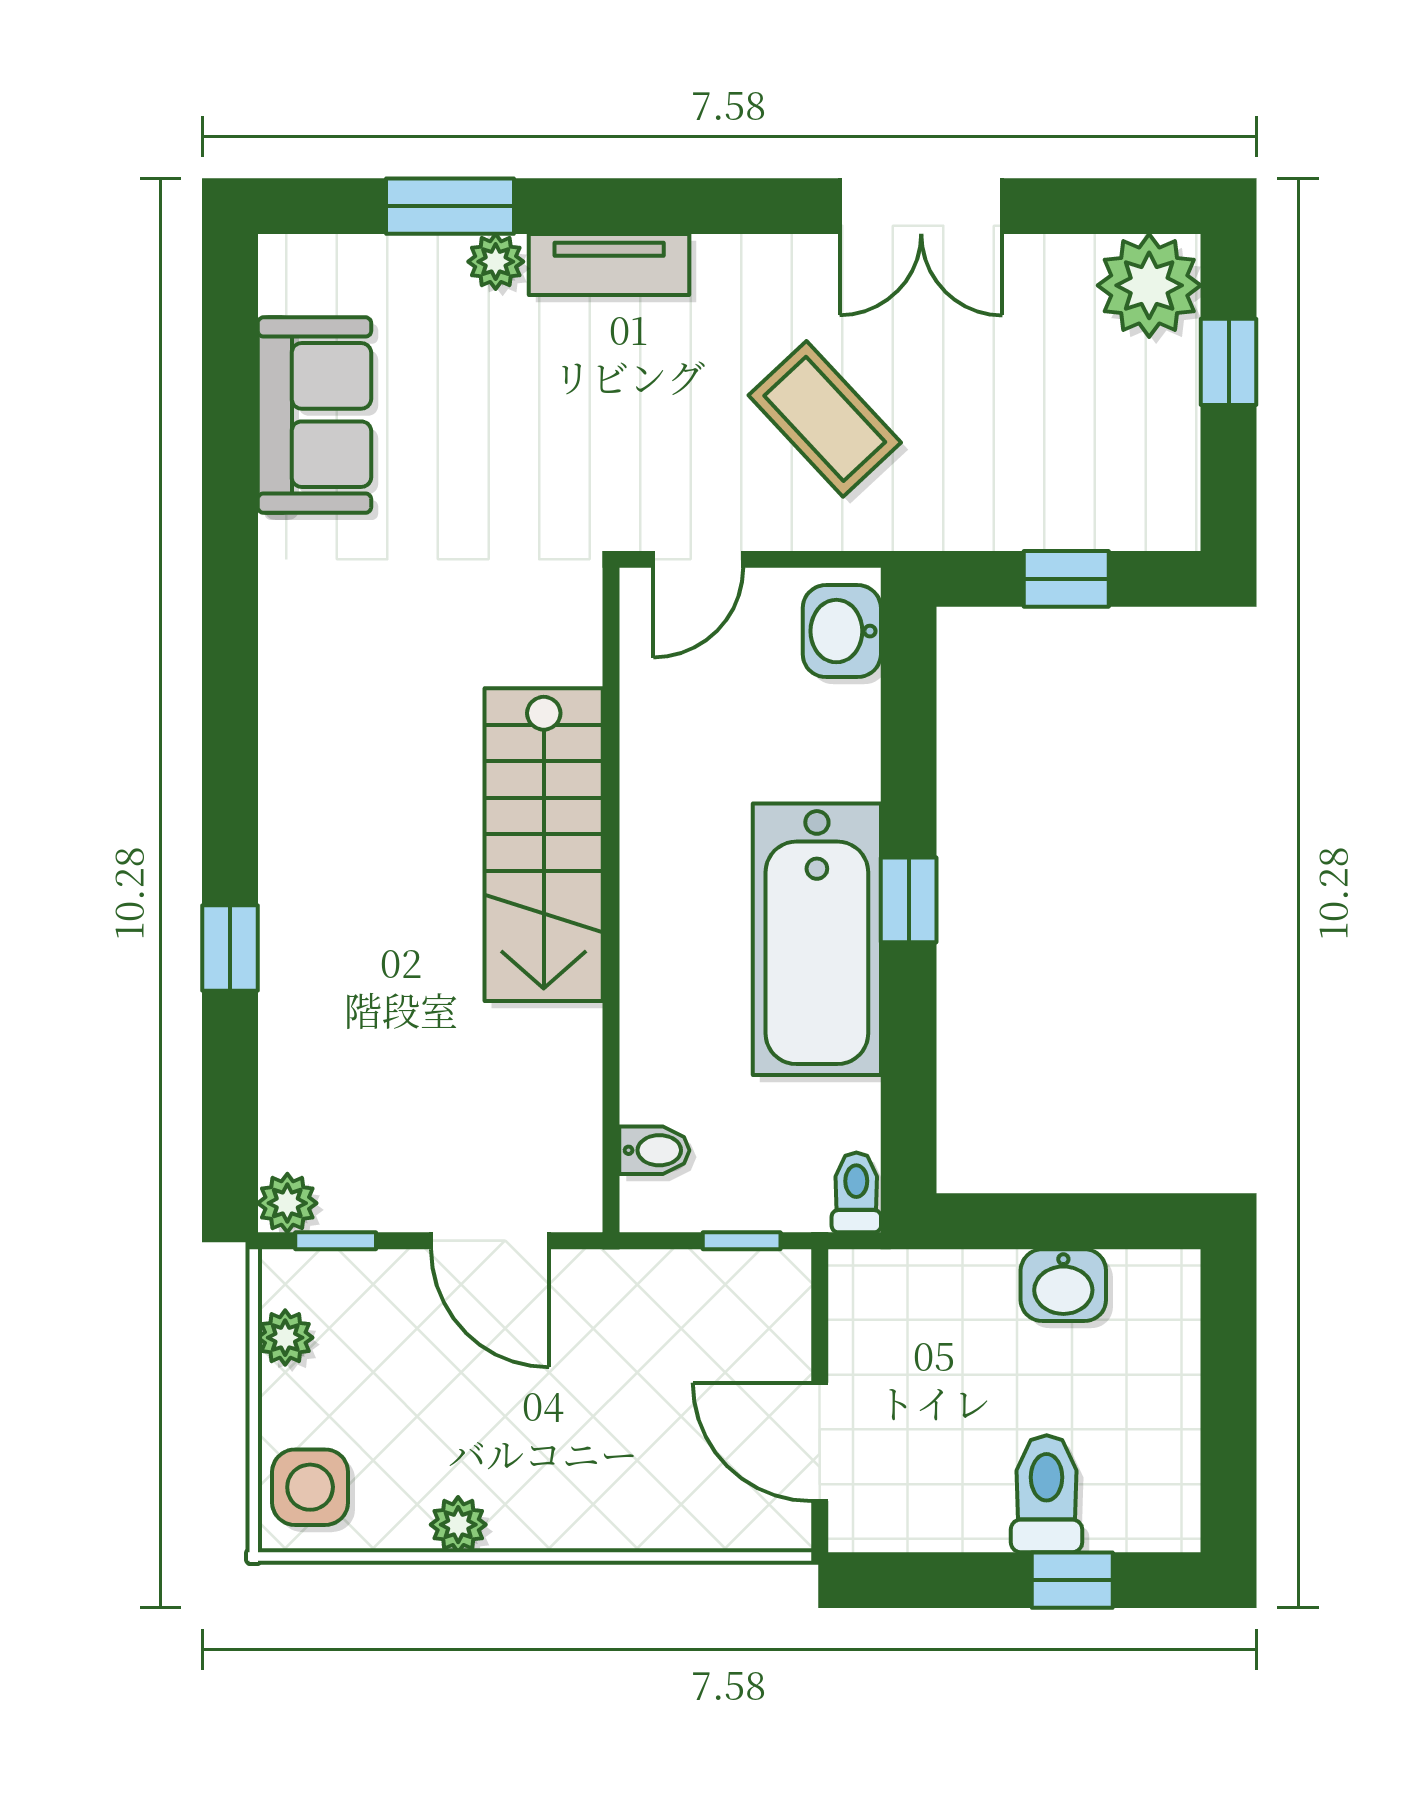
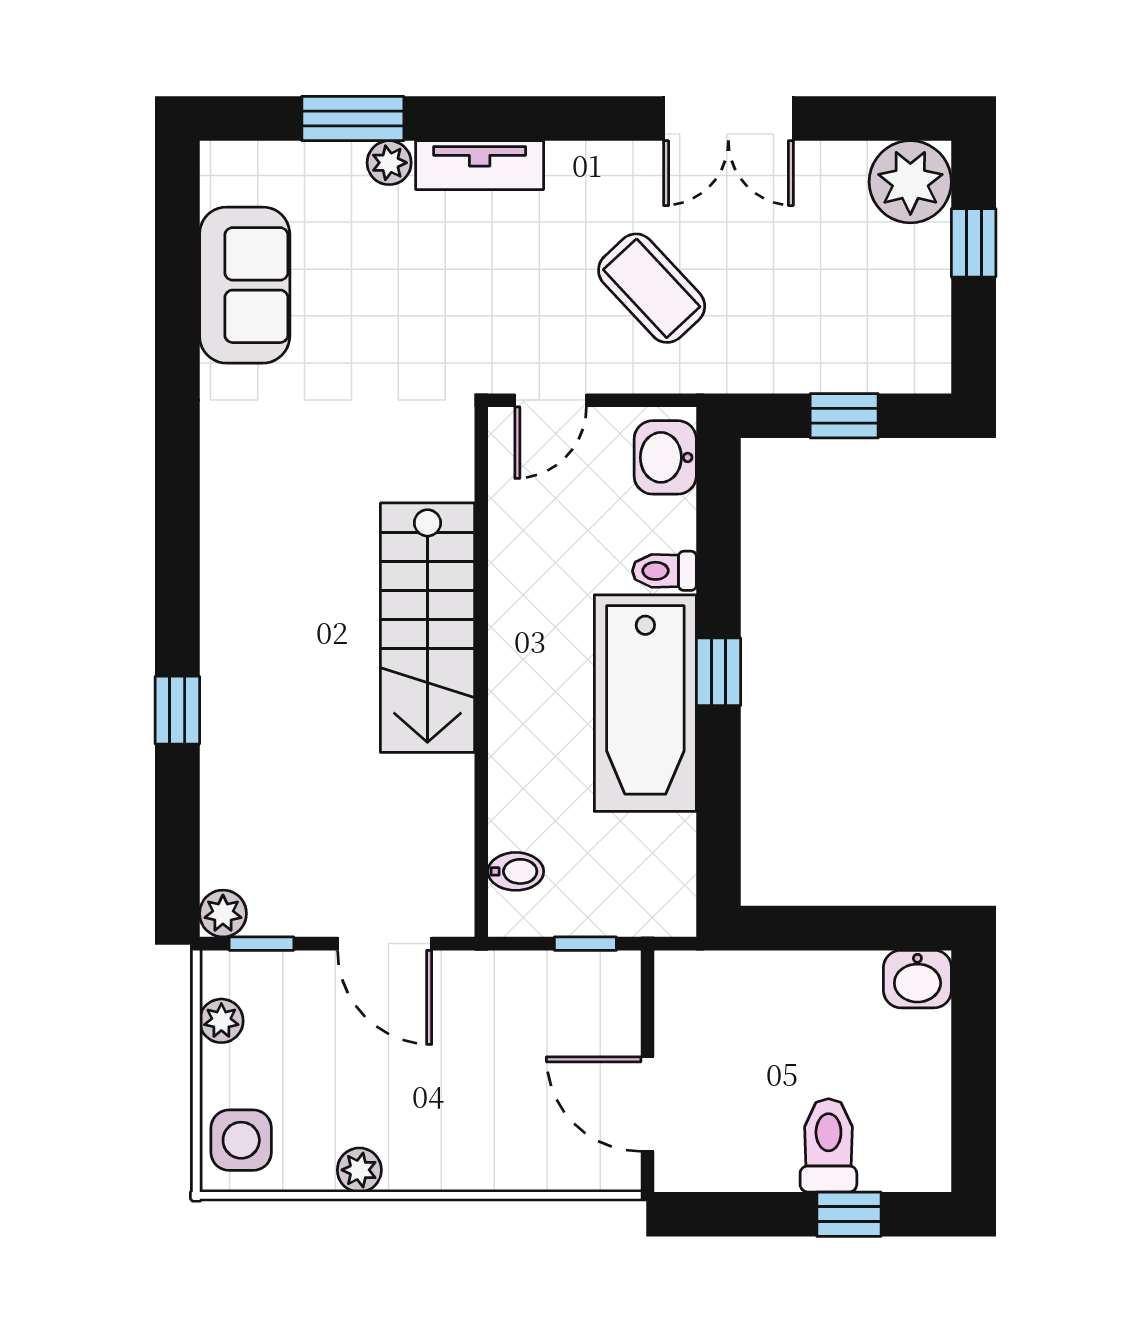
toilet: (856, 1192) -> (664, 571), moved, turned -90
washbasin: (1063, 1285) -> (917, 979), moved

